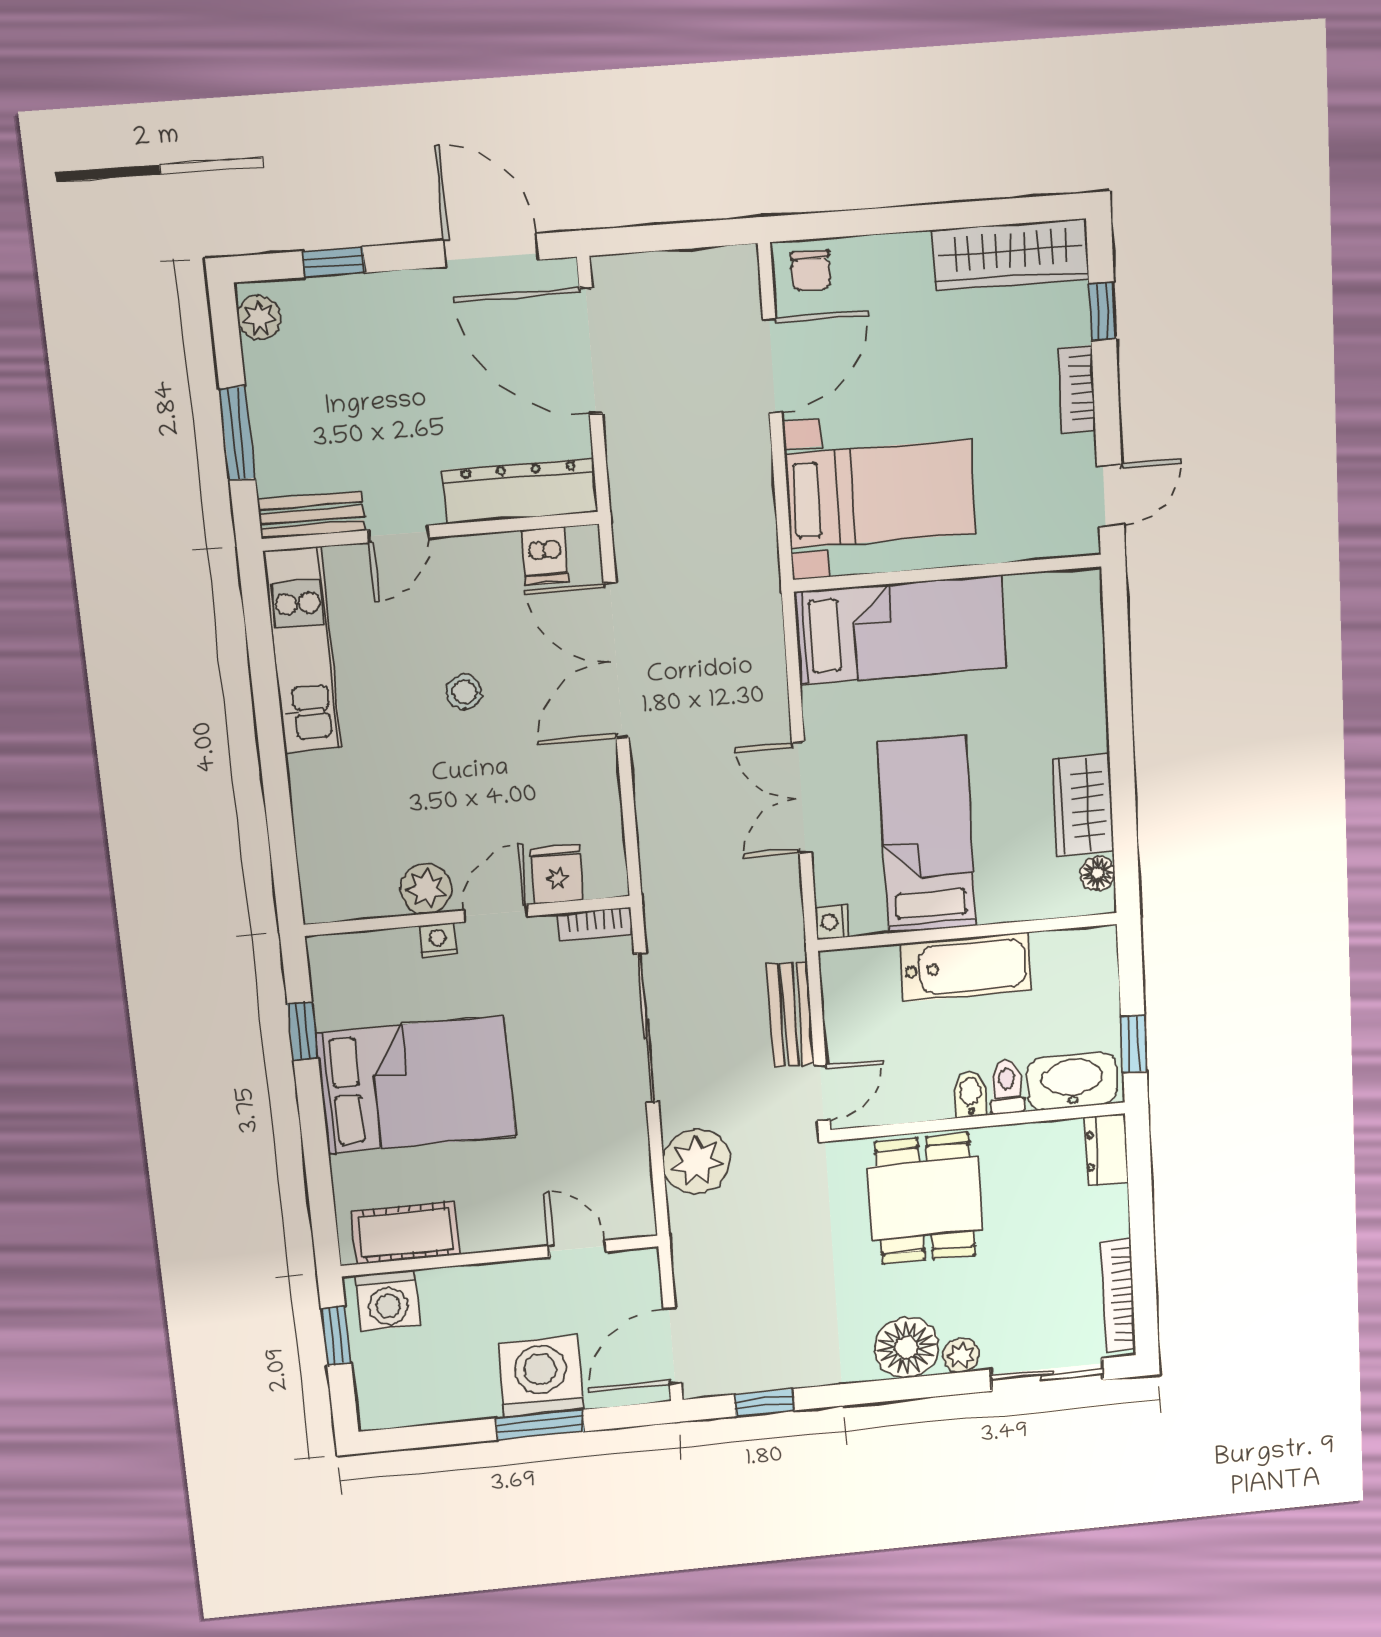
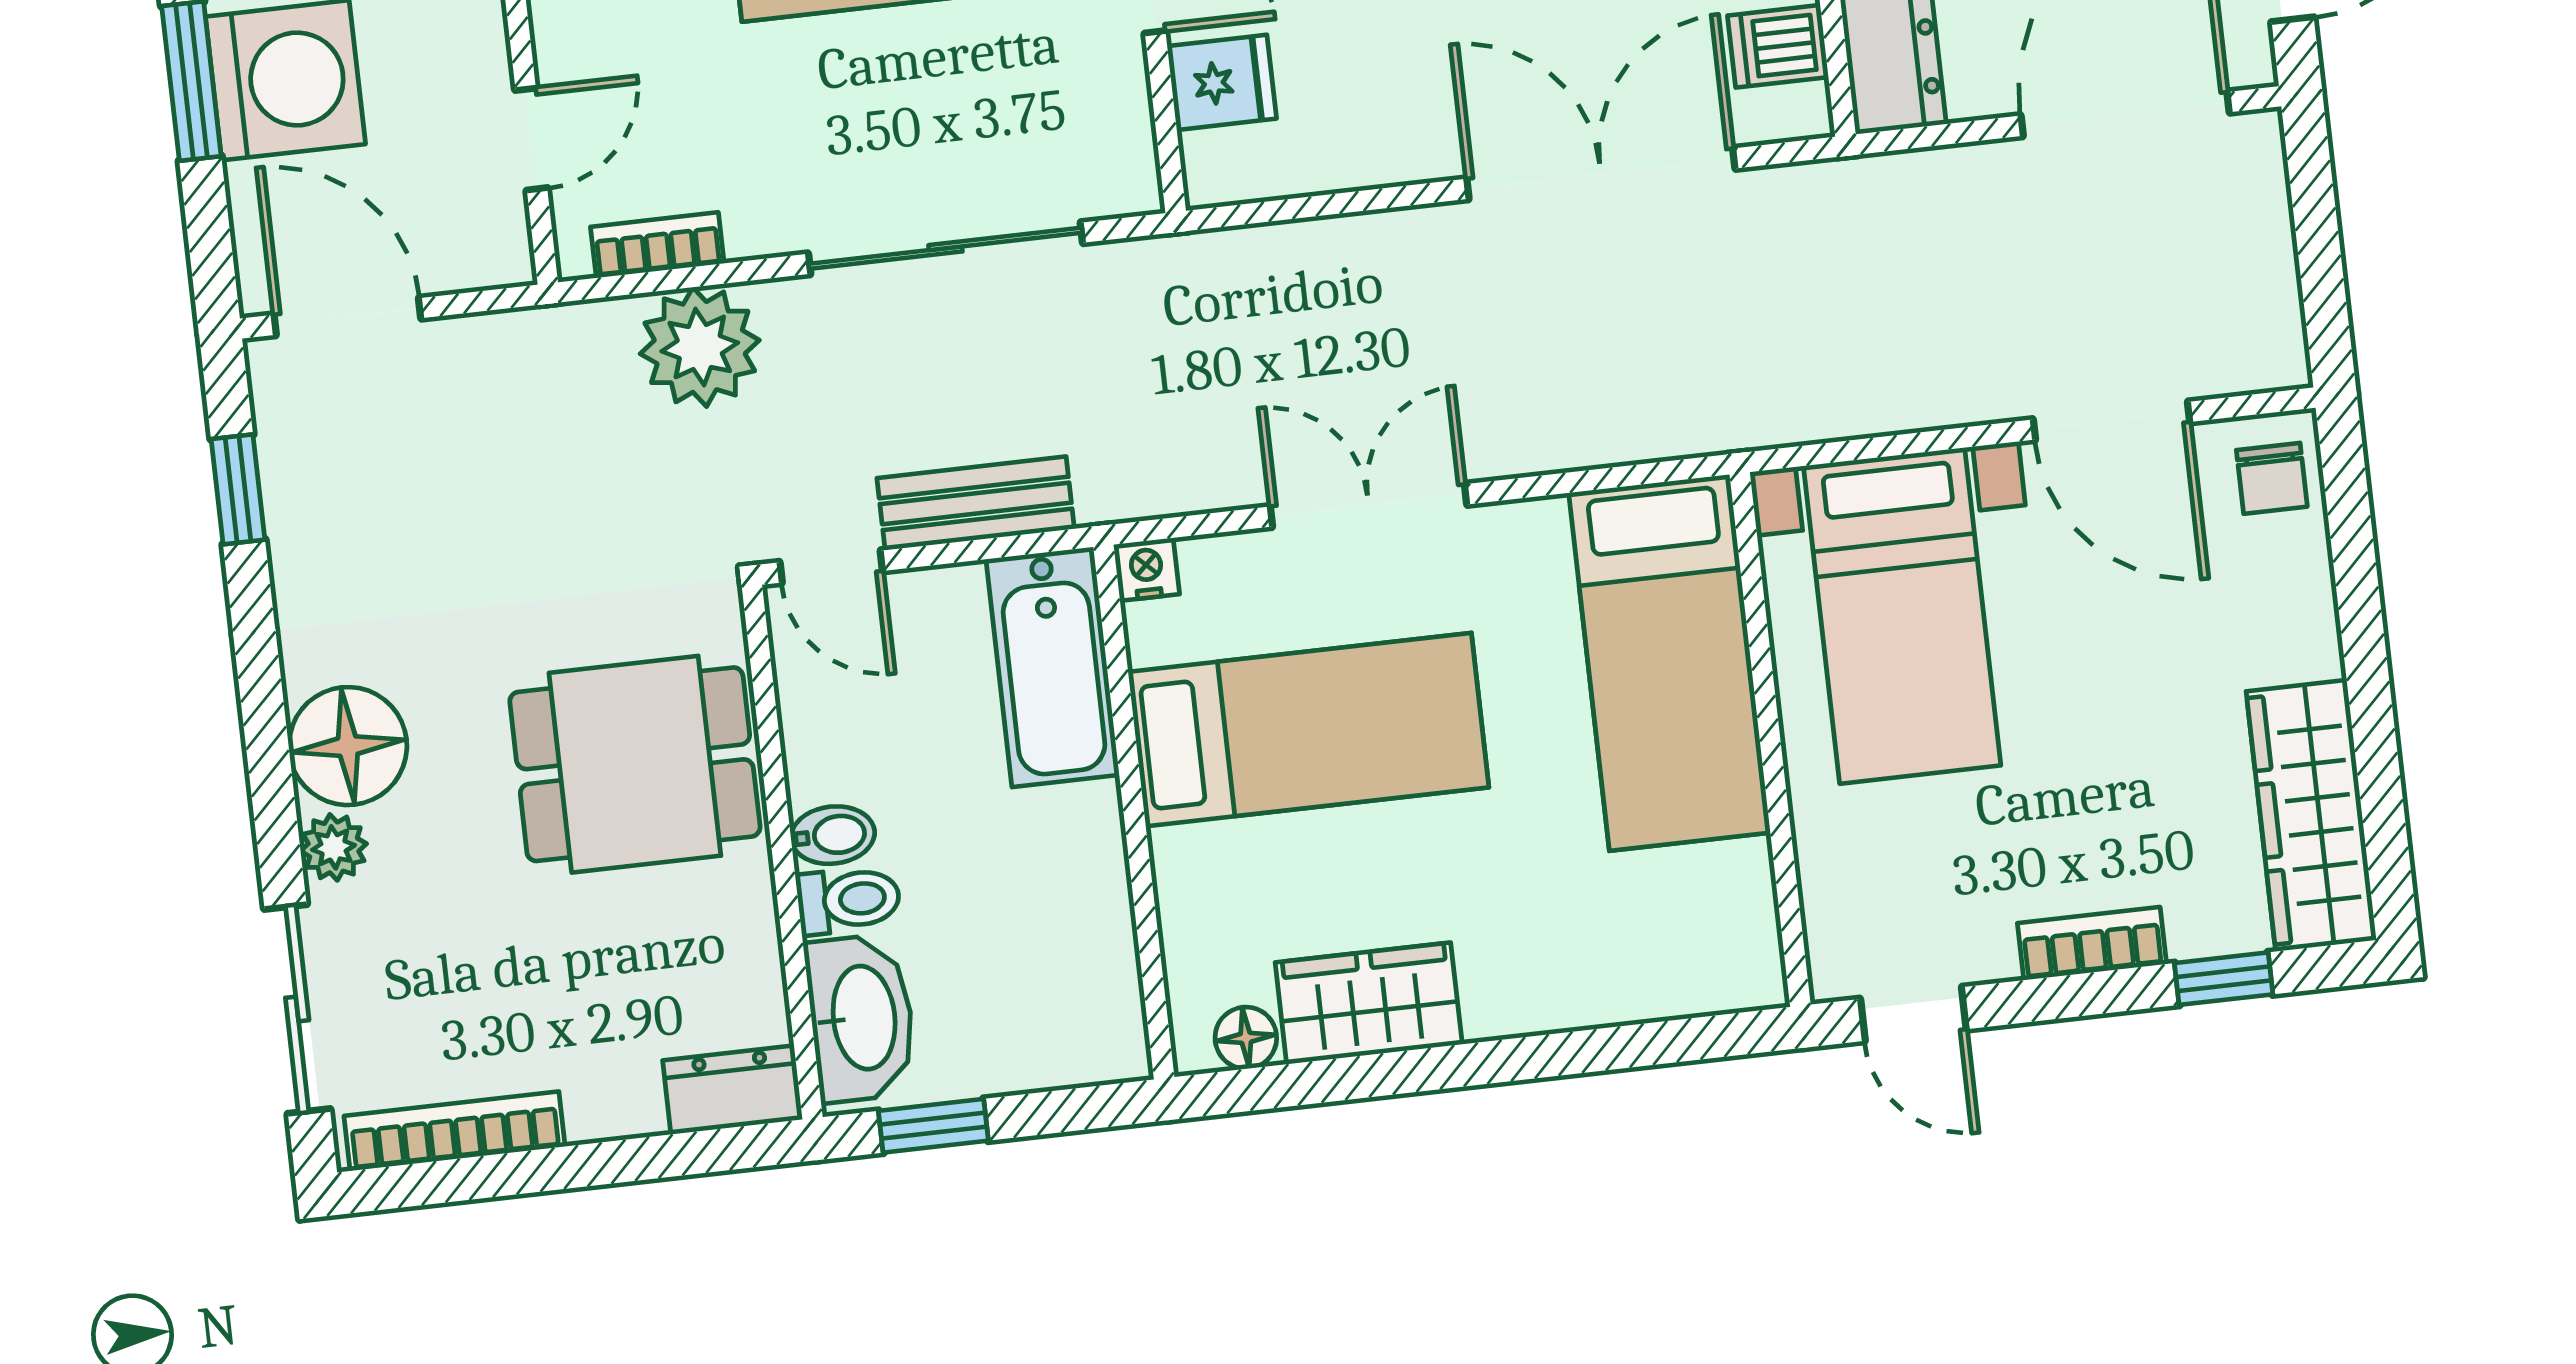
chair: (811, 271) -> (2272, 478), turned -90
bookcase: (595, 924) -> (657, 245), moved, turned 90
bathtub: (966, 967) -> (1053, 667), moved

